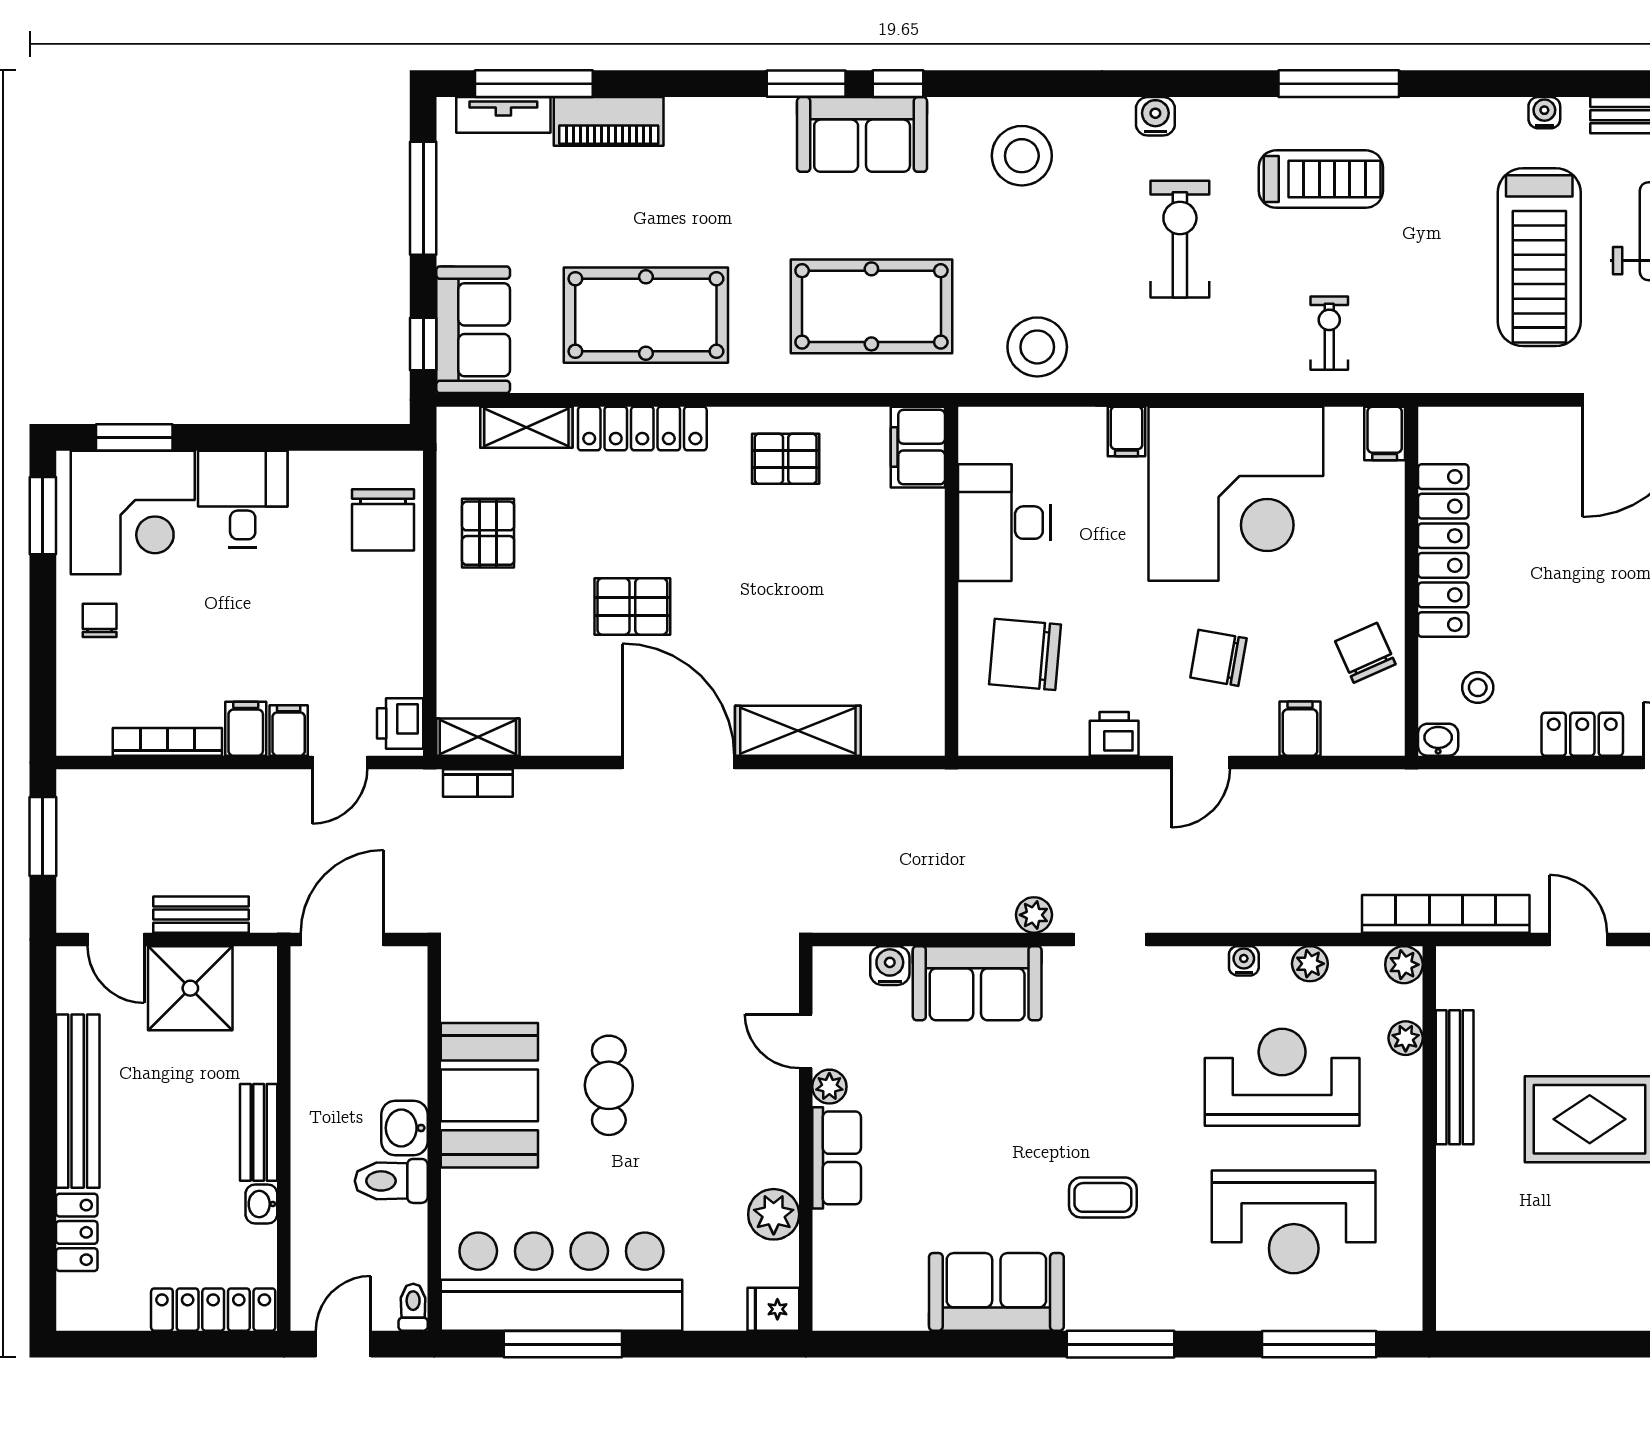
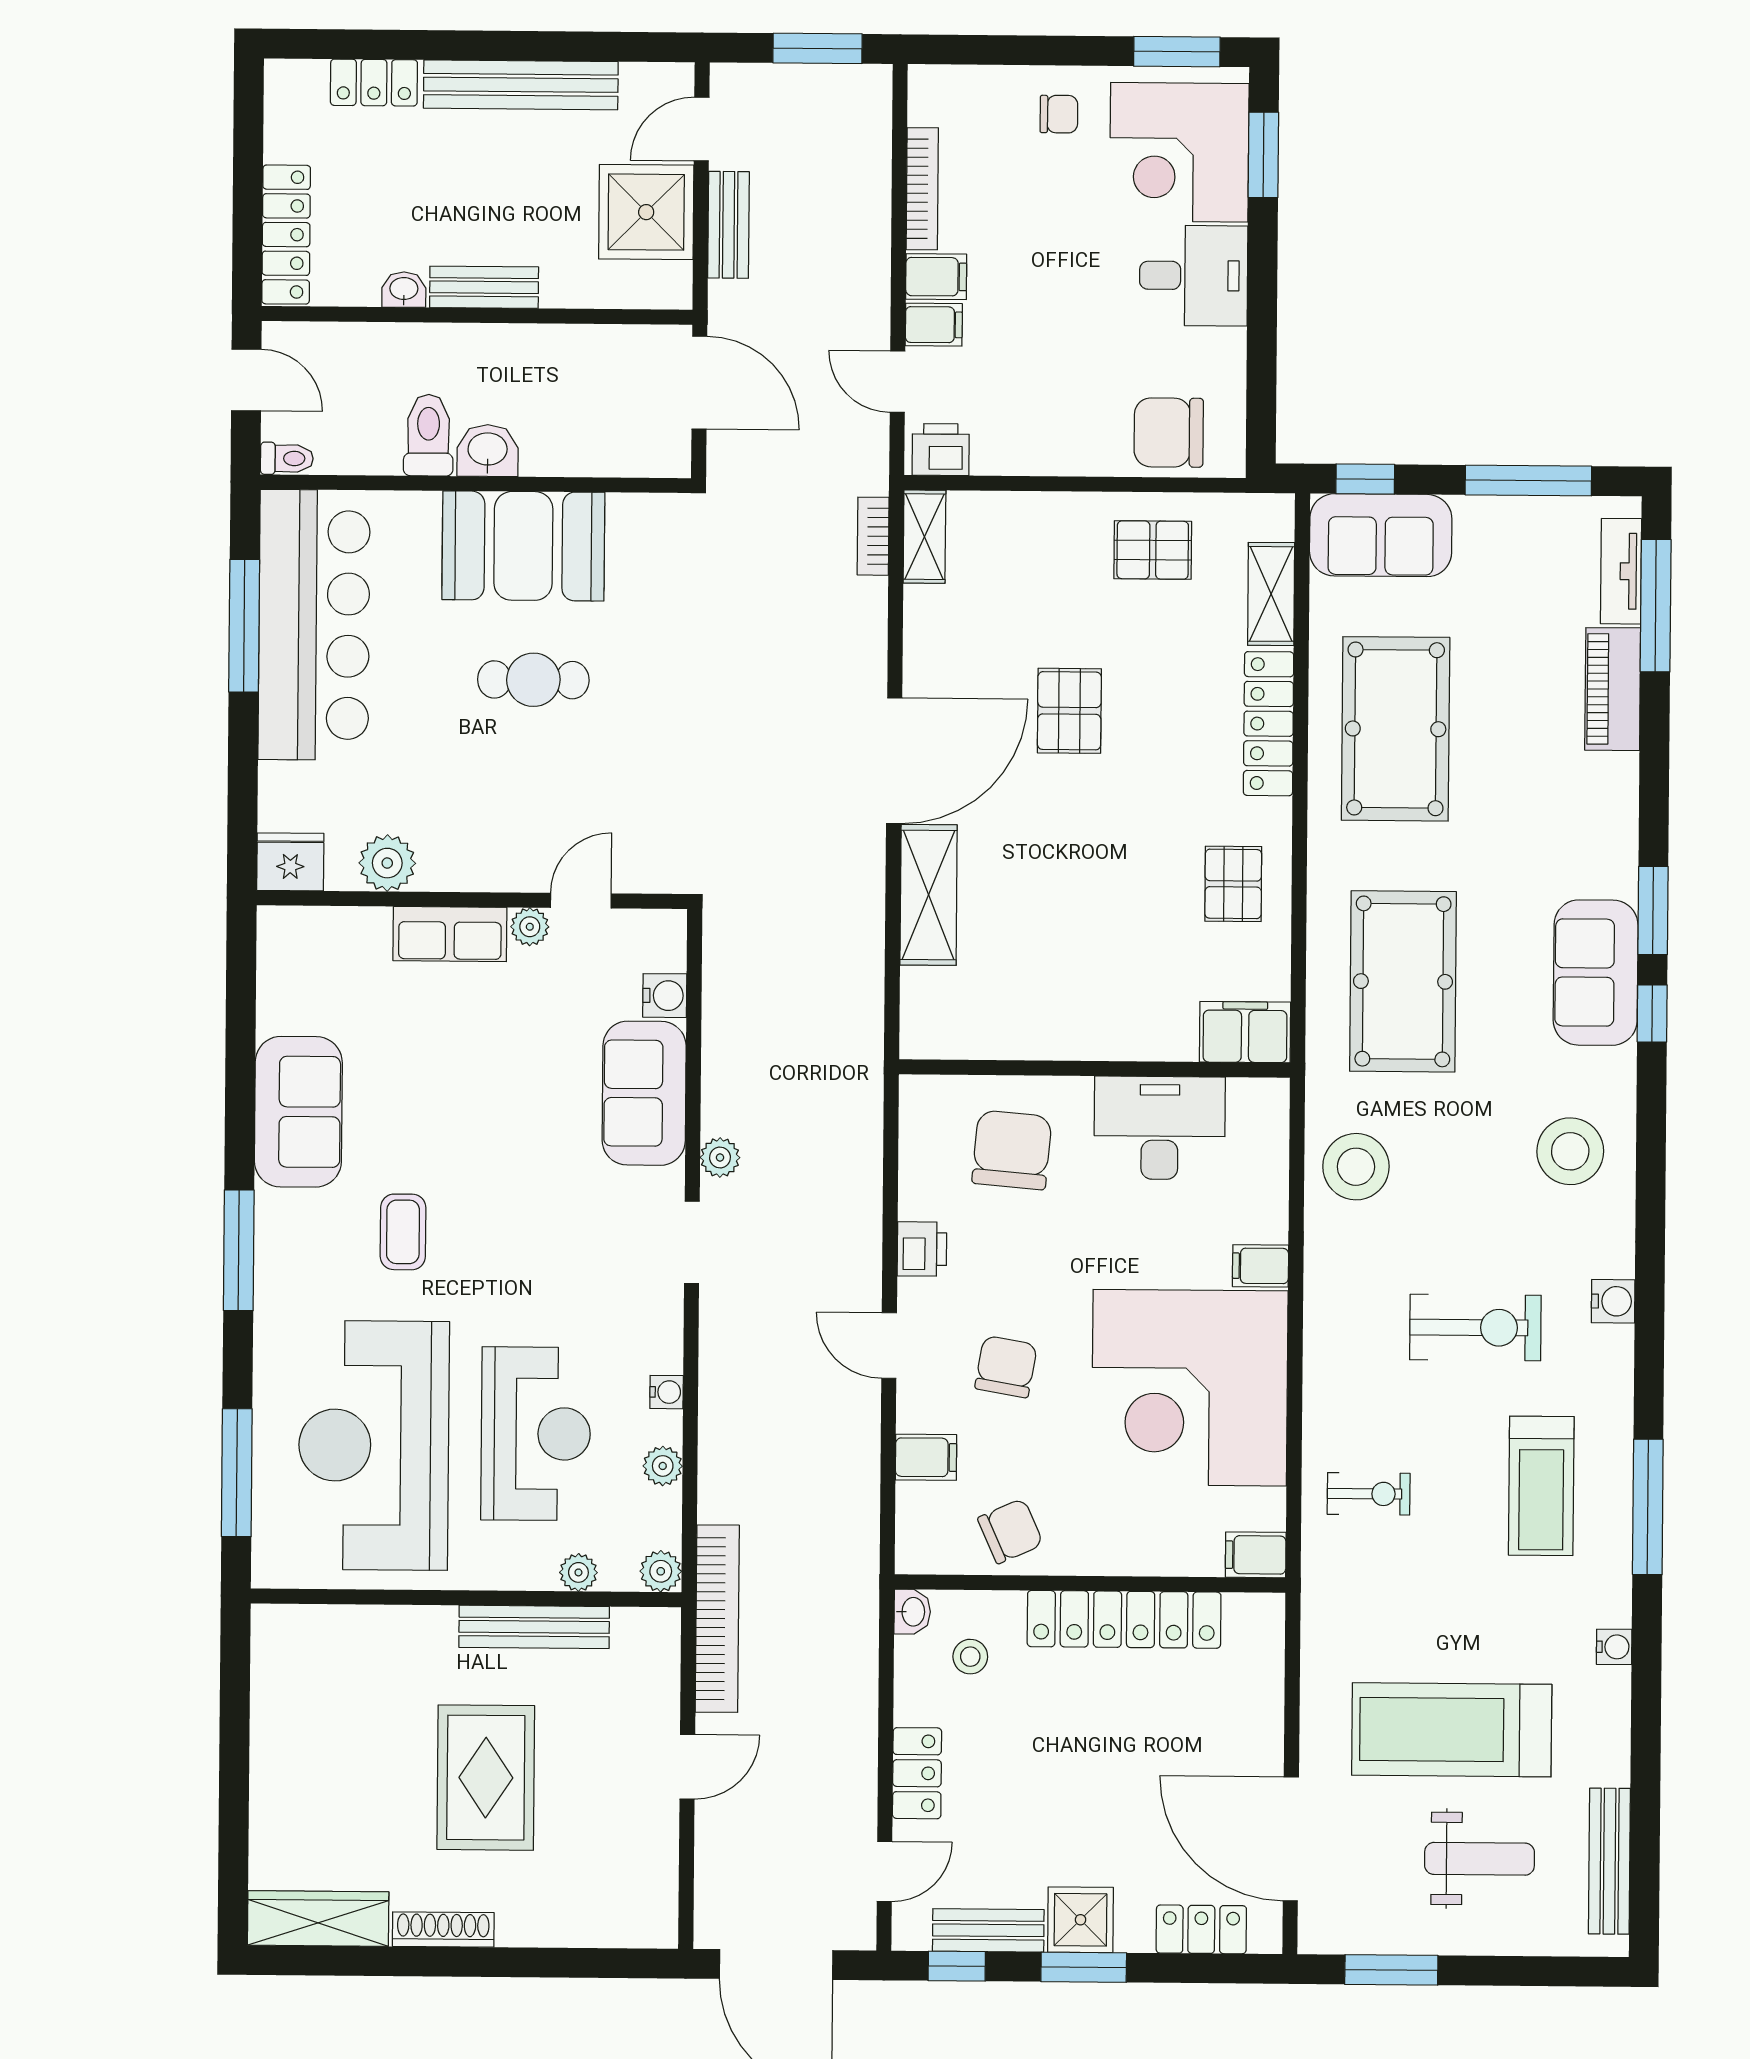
water cooler: (1544, 113) -> (1614, 1647), moved
reception desk: (1294, 1222) -> (374, 1445), width x1.36, depth x1.30
fridge: (773, 1309) -> (290, 862), width x1.38

